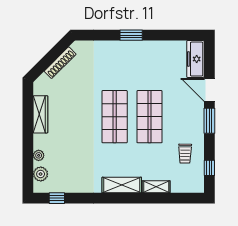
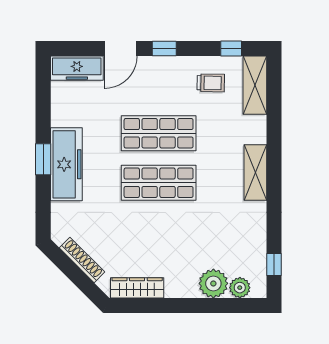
freezer: (128, 52) -> (66, 164), added
wardrobe: (40, 114) -> (137, 288), moved
window: (209, 121) -> (164, 49), width x0.67
plant: (39, 155) -> (213, 283), width x1.87, depth x1.87
shelving: (156, 187) -> (255, 85), moved, width x1.50, depth x1.33

